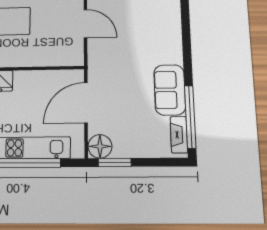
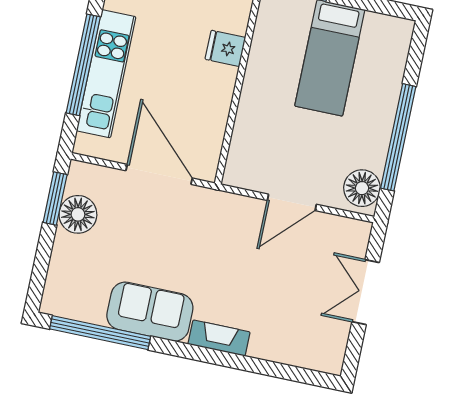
fireplace: (179, 135) -> (219, 338), moved
floor lamp: (100, 146) -> (78, 214), moved

